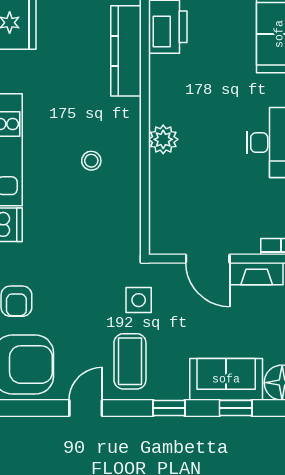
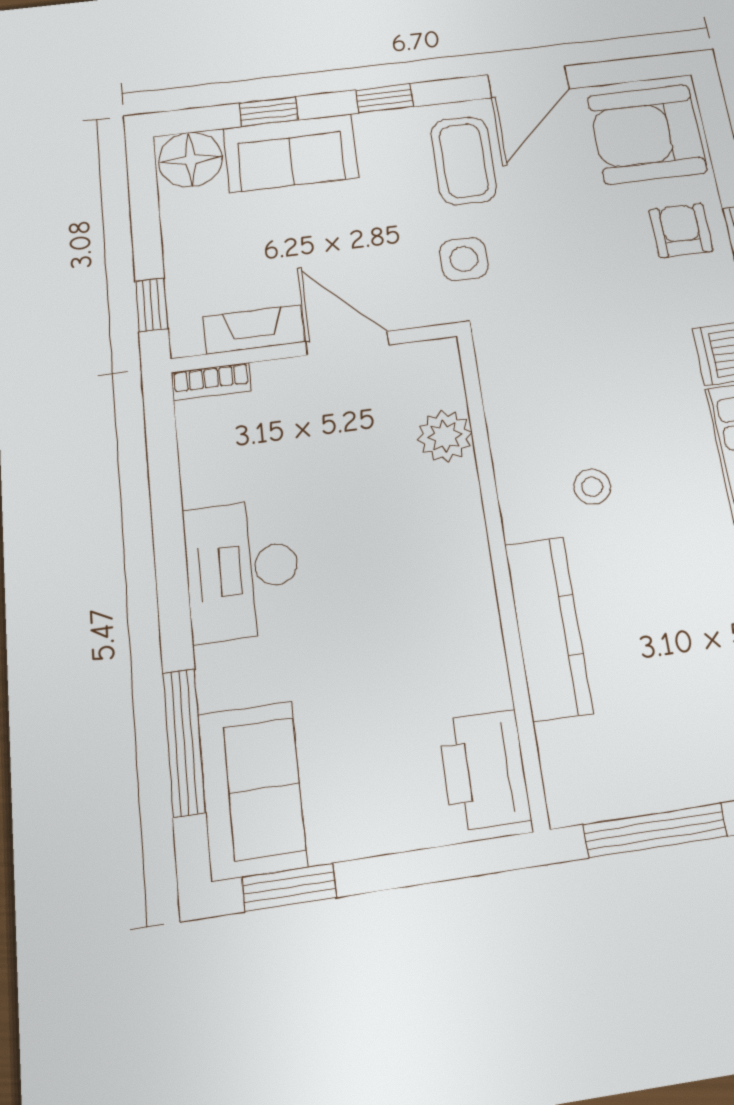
kitchen counter: (126, 51) -> (548, 628), moved
plant: (163, 139) -> (445, 436), moved
door: (86, 408) -> (528, 82), width x1.38

